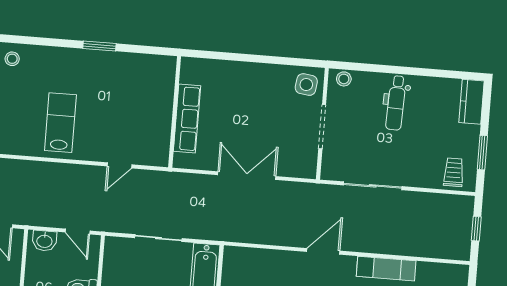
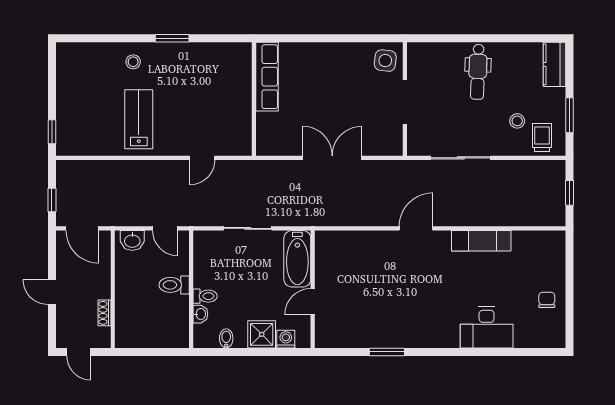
stool: (12, 59) -> (133, 62), moved
stool: (344, 79) -> (517, 121), moved
row of seats: (187, 119) -> (267, 77), moved

